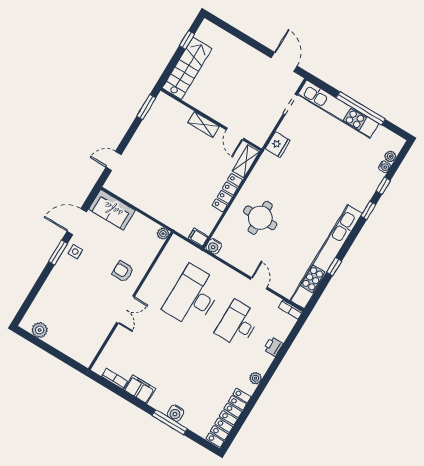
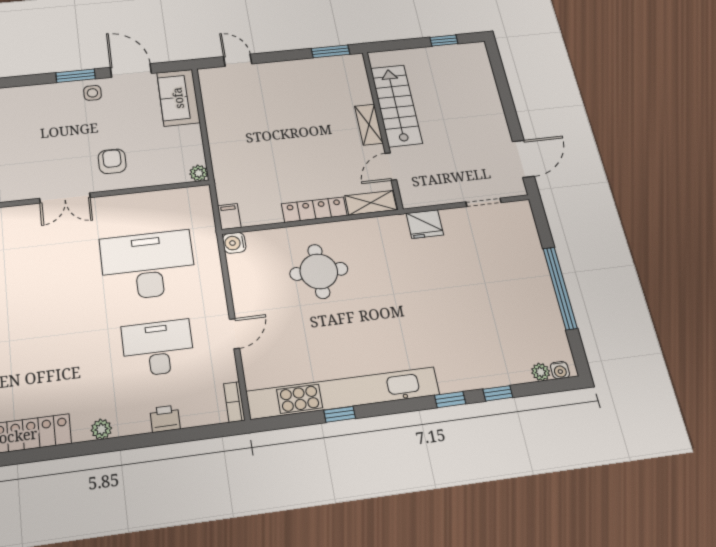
stairs: (187, 68) -> (396, 105), moved, turned -90
kitchen unit: (338, 109) -> (533, 262), removed
water cooler: (384, 167) -> (560, 370), moved

